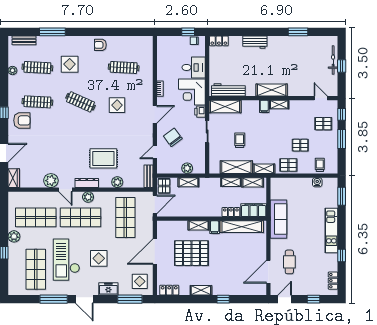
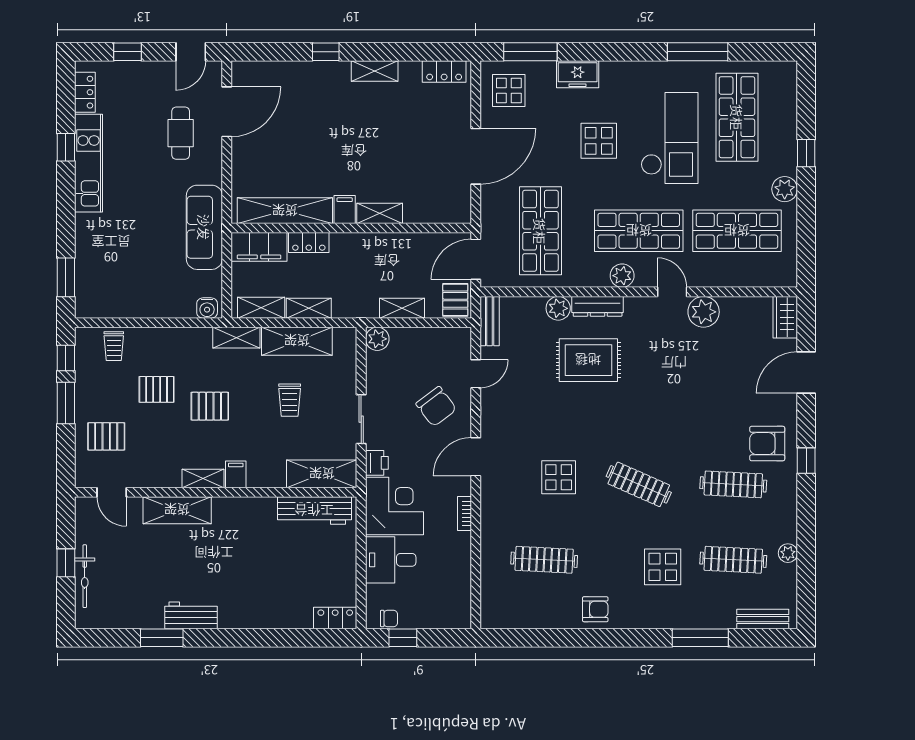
workbench: (255, 42) -> (191, 615), moved
shelving: (272, 90) -> (177, 510), moved
window: (342, 114) -> (66, 358), moved
pallet: (288, 165) -> (210, 406), moved
plant: (187, 168) -> (377, 339), moved
water cooler: (317, 182) -> (207, 308), moved
dresser: (87, 183) -> (598, 306), moved
kitchen unit: (331, 231) -> (89, 163), moved
pallet: (191, 253) -> (395, 153), removed
door: (84, 299) -> (630, 52), removed

